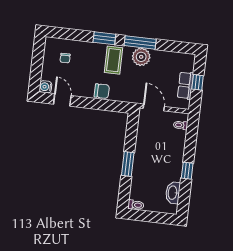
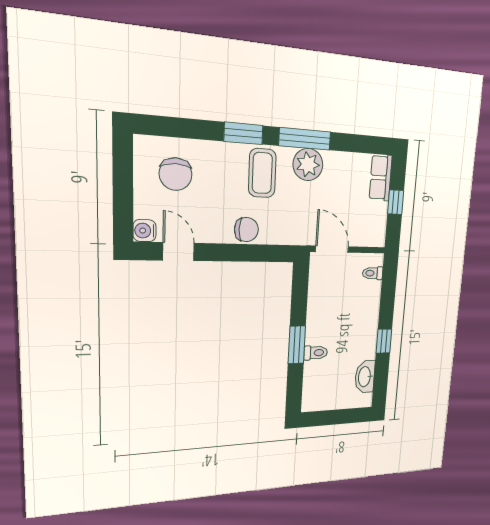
chair: (65, 58) -> (176, 174), width x1.87, depth x1.87
row of seats: (185, 85) -> (381, 178), moved
toilet: (136, 205) -> (316, 353), moved

